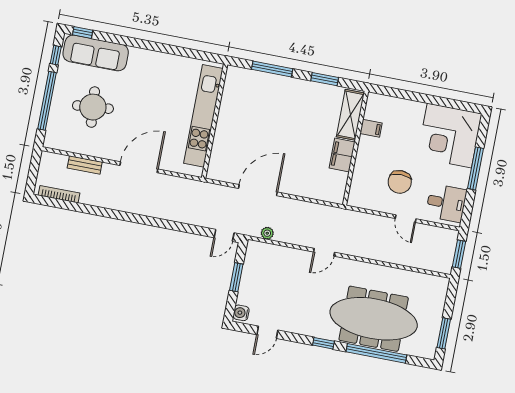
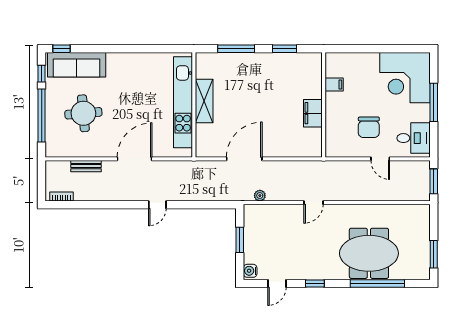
shelving: (350, 115) -> (204, 101), moved
bookcase: (59, 194) -> (62, 197), width x0.64
door: (224, 235) -> (157, 205), moved
meeting table: (374, 319) -> (369, 253), width x0.73
window: (323, 343) -> (315, 284), moved

